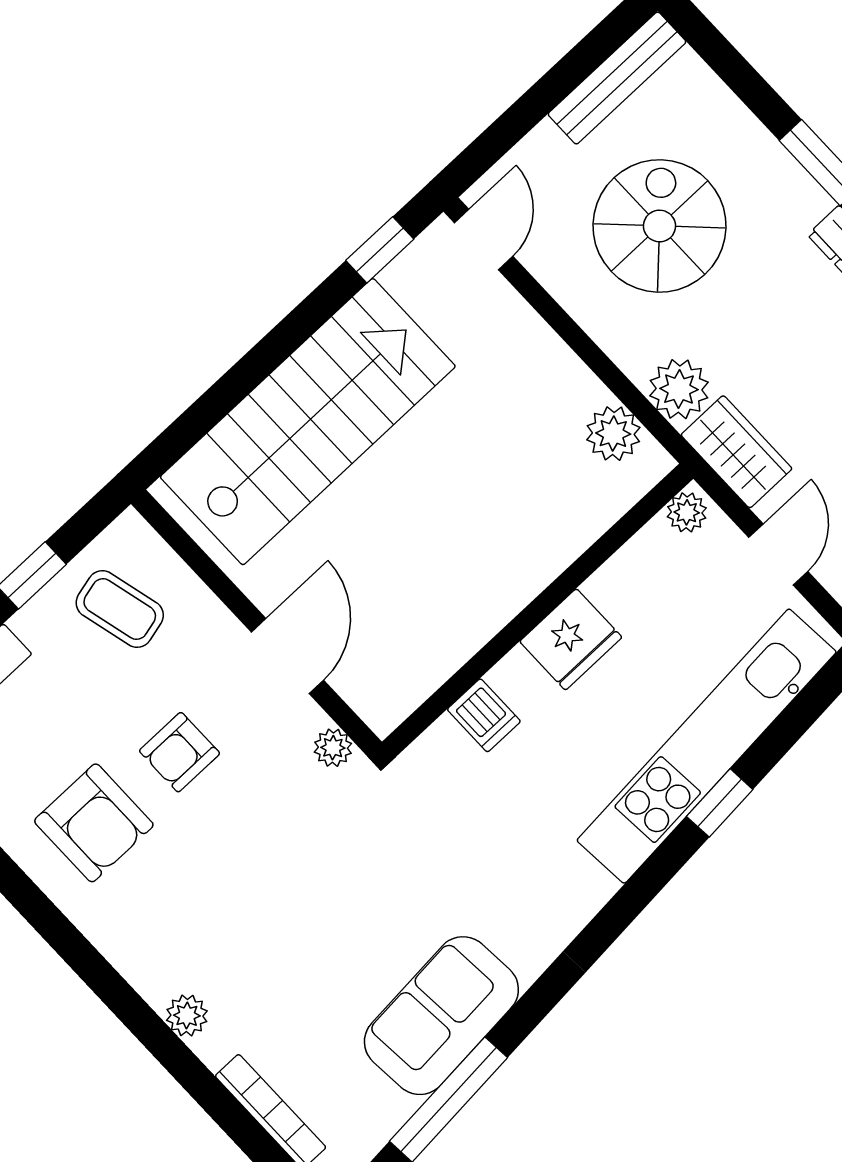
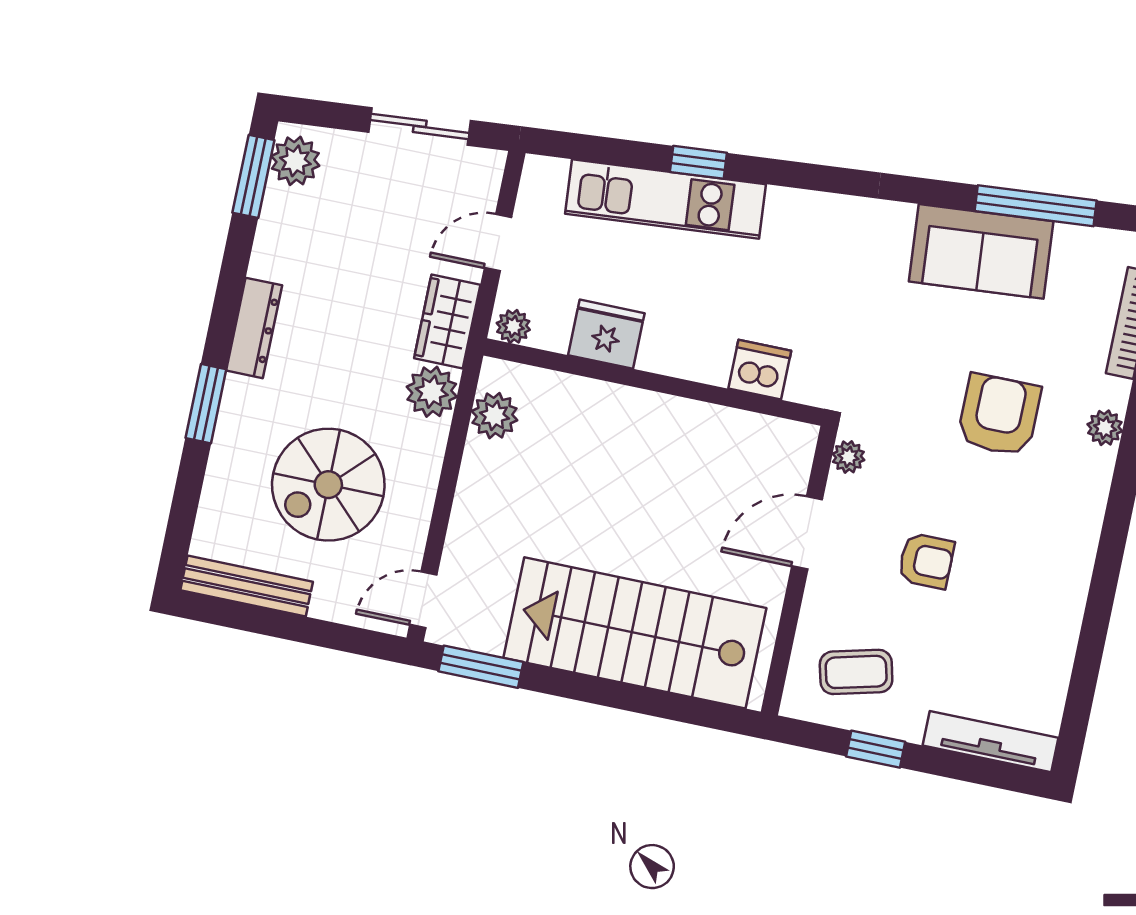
window: (380, 250) -> (481, 667), width x1.50
coffee table: (120, 609) -> (856, 672), turned 90
fridge: (571, 639) -> (606, 334), moved
dishwasher: (484, 715) -> (760, 370), width x1.38
kitchen unit: (707, 746) -> (665, 199), width x0.73
armchair: (94, 823) -> (999, 415), moved

